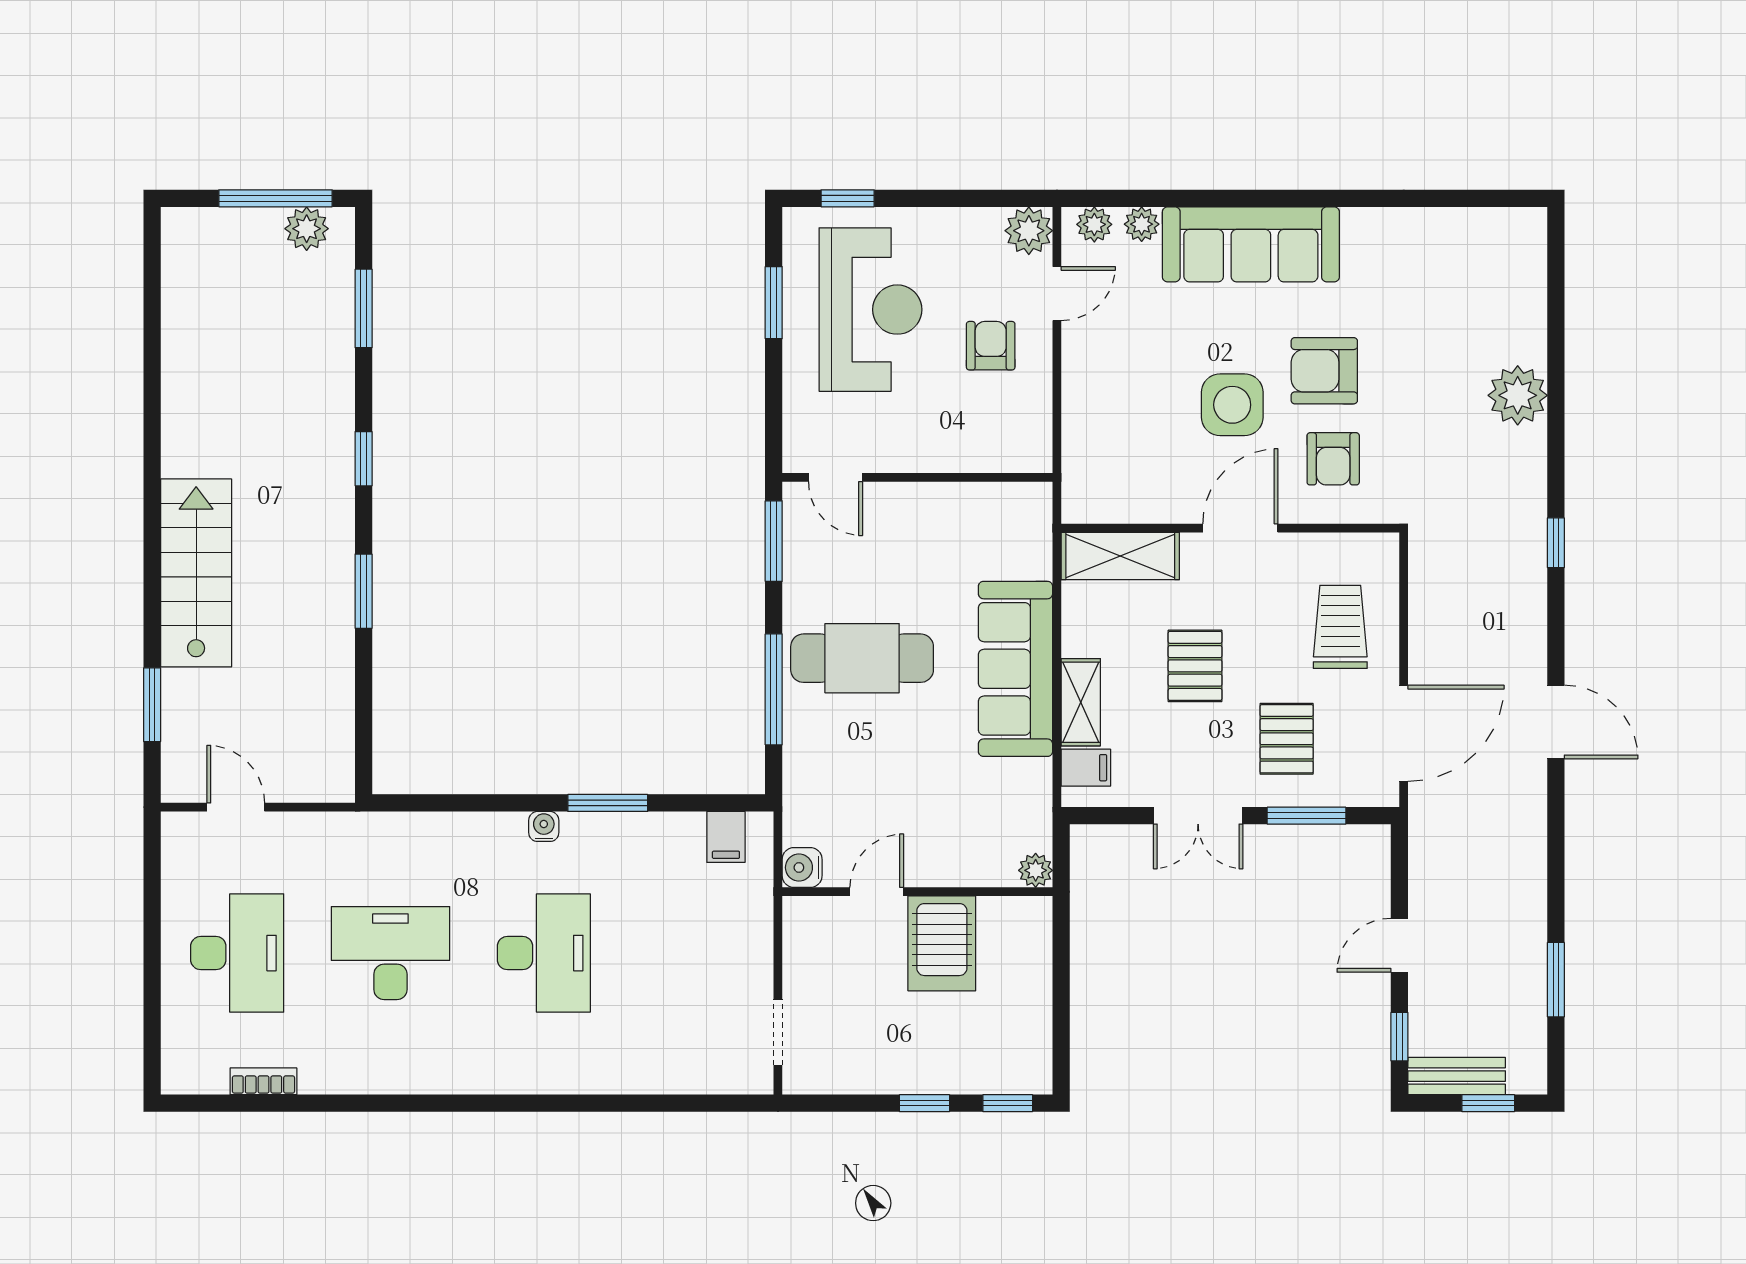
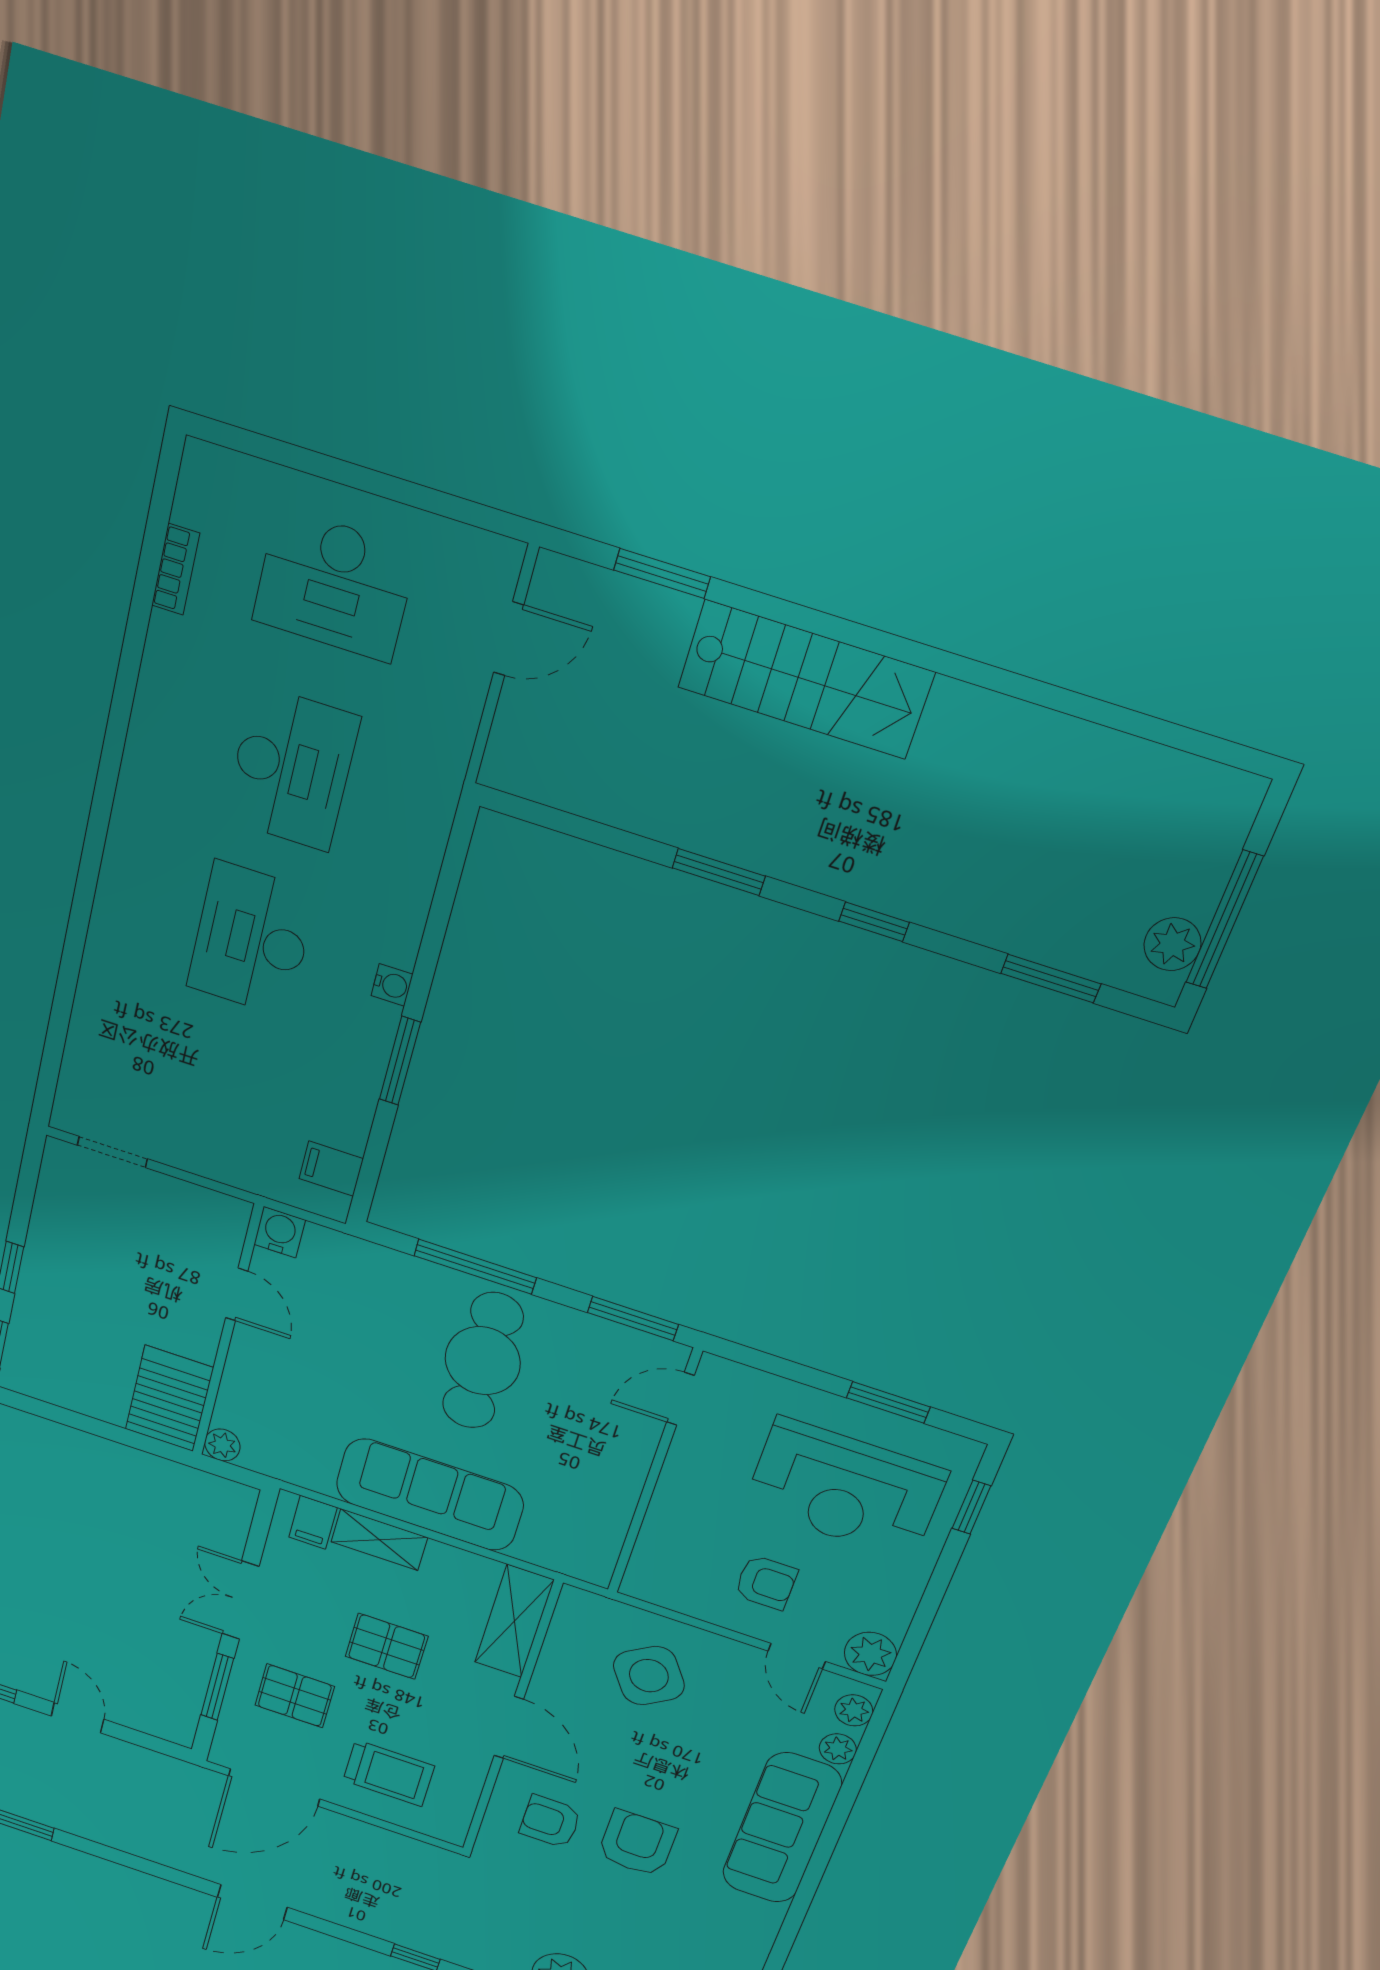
side table: (1232, 405) -> (649, 1676), moved, turned -34
door: (1404, 733) -> (274, 1787), hinge flipped
server rack: (942, 943) -> (169, 1398), moved, turned 90
desk: (544, 953) -> (252, 939), turned 90

